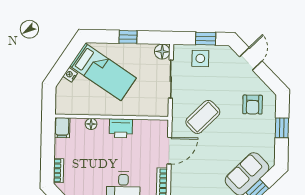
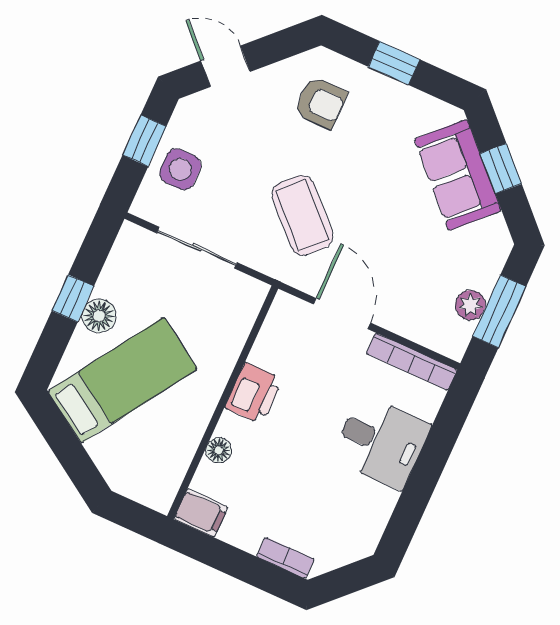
floor lamp: (162, 52) -> (99, 316), moved
nightstand: (70, 75) -> (99, 450), removed

